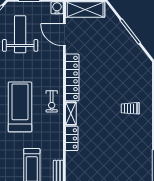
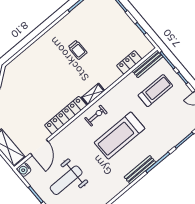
trolley: (130, 108) -> (78, 50), moved
locker: (72, 138) -> (129, 62), moved

